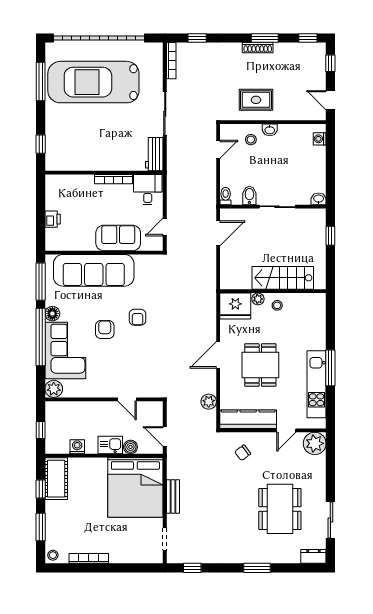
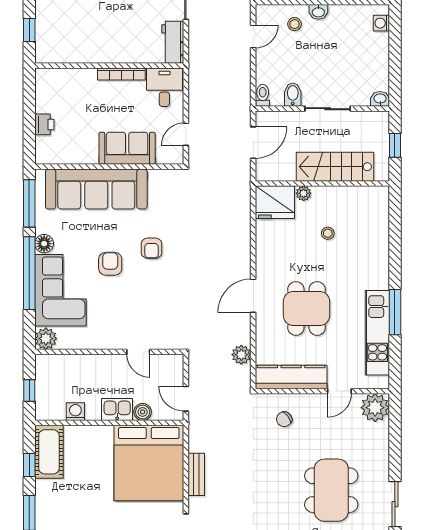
stairs: (283, 278) -> (335, 167), moved
wall: (273, 291) -> (322, 183), moved
plant: (258, 299) -> (304, 193), moved
fridge: (235, 306) -> (275, 202), moved

